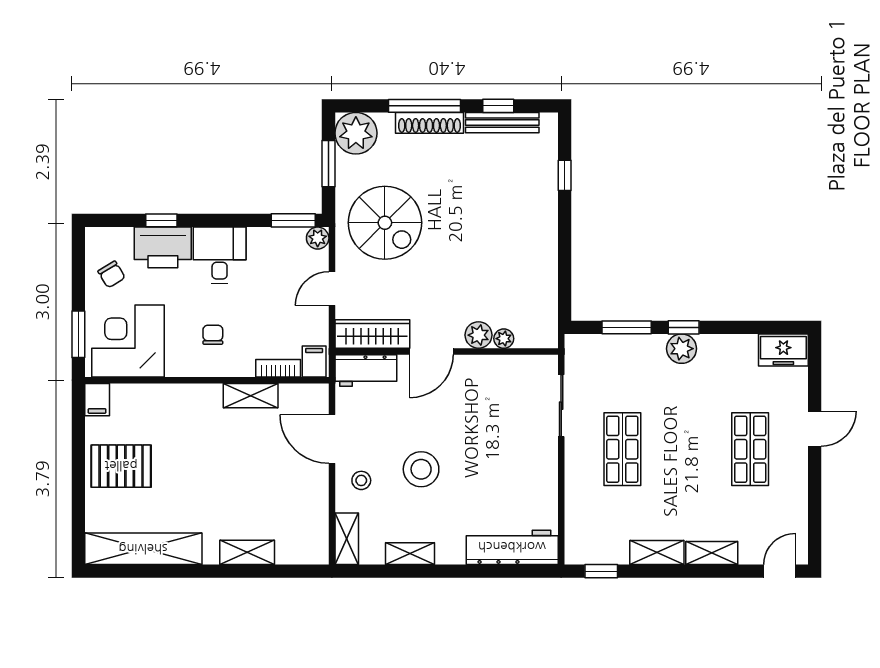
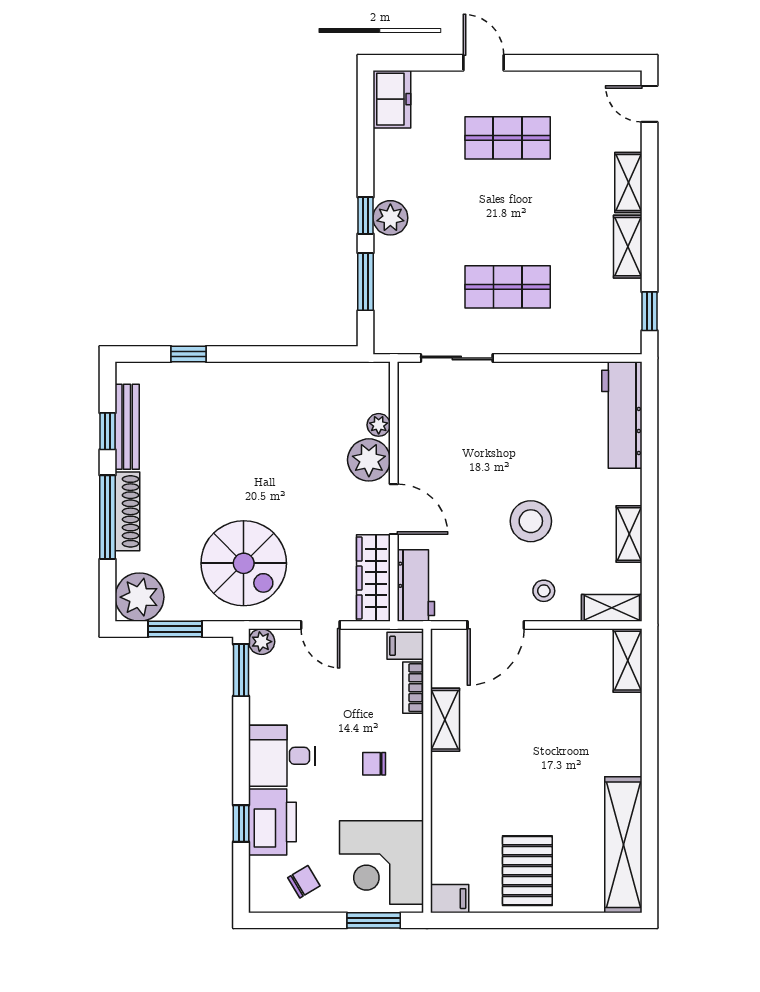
spiral stairs: (385, 223) -> (244, 563), turned 90
plant: (479, 335) -> (369, 460), width x1.36, depth x1.36
shelving: (247, 552) -> (628, 661), moved

